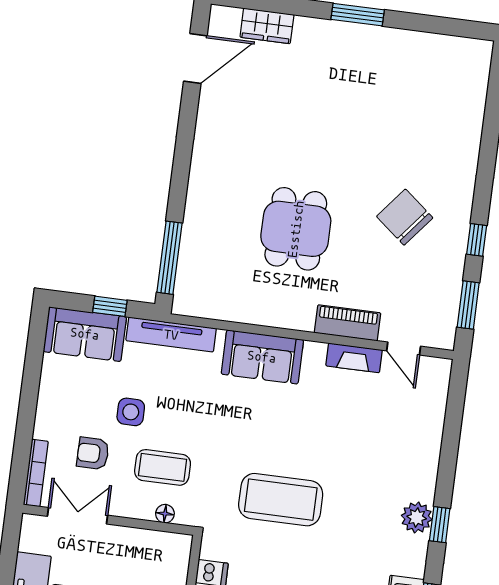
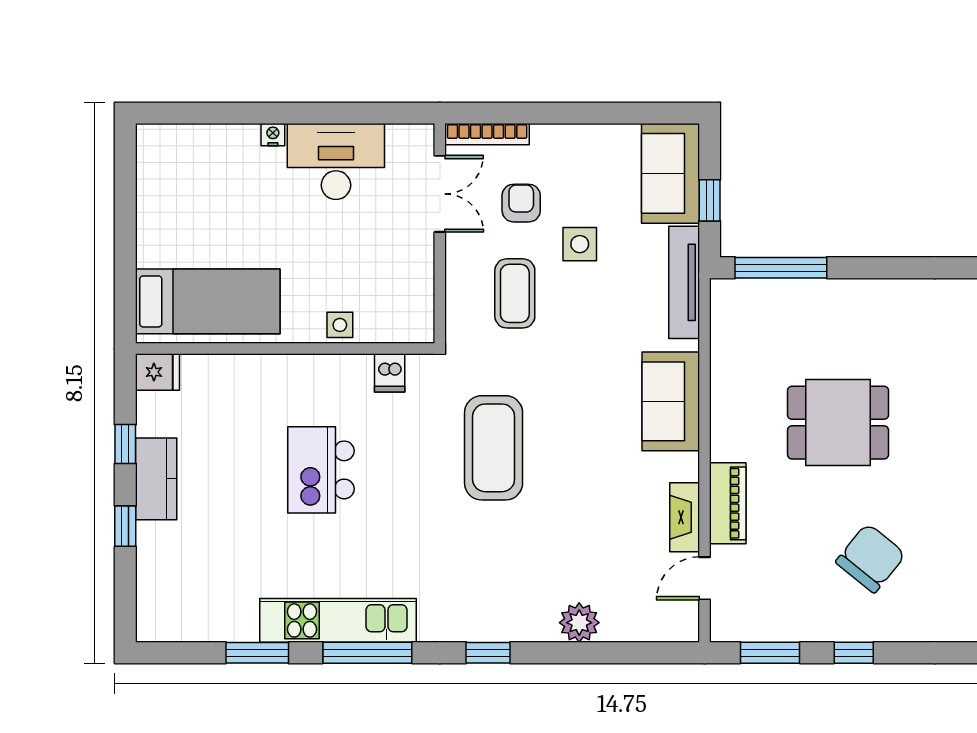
floor lamp: (165, 514) -> (457, 304), removed
plant: (417, 518) -> (579, 623), moved

